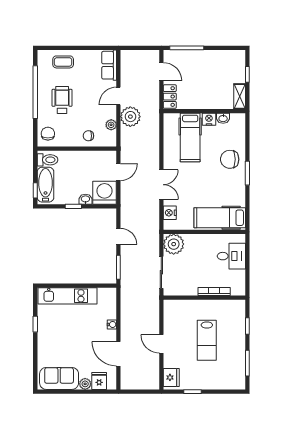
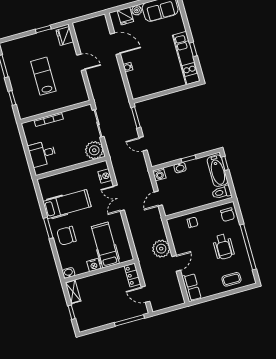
washbasin: (223, 118) -> (69, 273), moved
plant: (111, 125) -> (176, 237), removed
chair: (230, 159) -> (67, 236), turned 180
washing machine: (104, 193) -> (159, 174), width x0.53, depth x0.53
hospital bed: (220, 218) -> (67, 204), moved
kitchen unit: (67, 296) -> (186, 58), moved, turned -90

